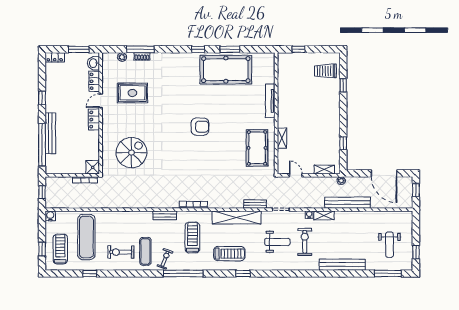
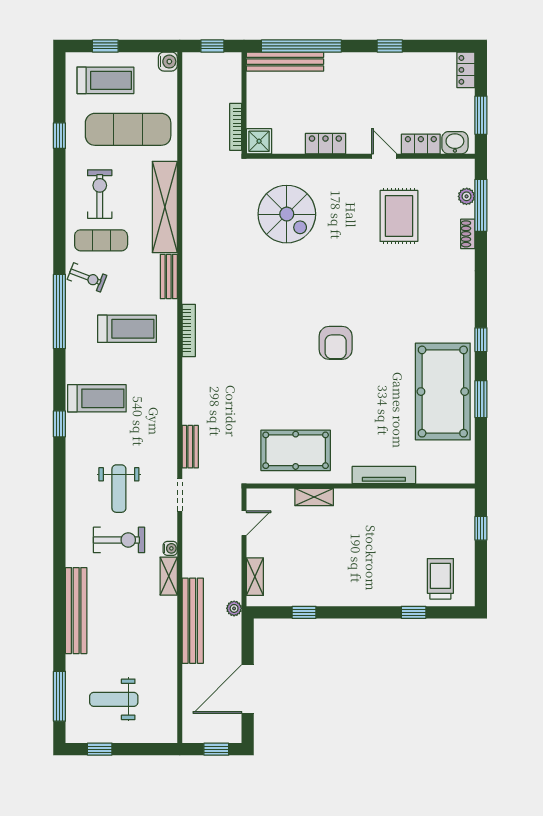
window: (140, 49) -> (481, 205), moved
locker: (94, 120) -> (325, 144), moved
bench: (50, 133) -> (285, 62), moved
shelving: (237, 217) -> (165, 207), moved
treadmill: (229, 254) -> (97, 398), turned -90

